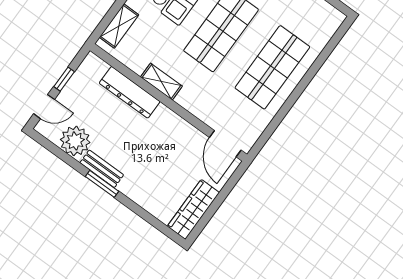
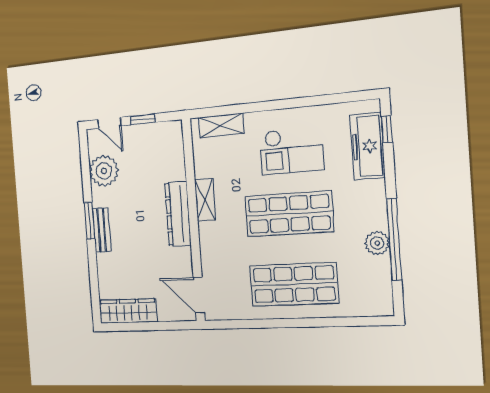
dresser: (130, 92) -> (178, 214), moved
door: (225, 144) -> (199, 295), hinge flipped
bench: (102, 169) -> (102, 230), moved

